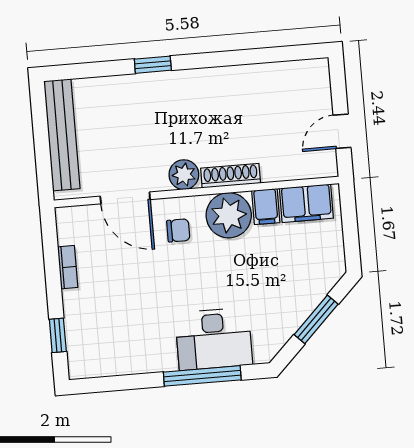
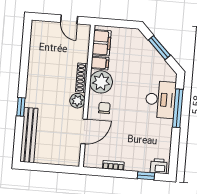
bench: (62, 135) -> (29, 135), moved, turned 90
printer: (81, 357) -> (159, 166), added

